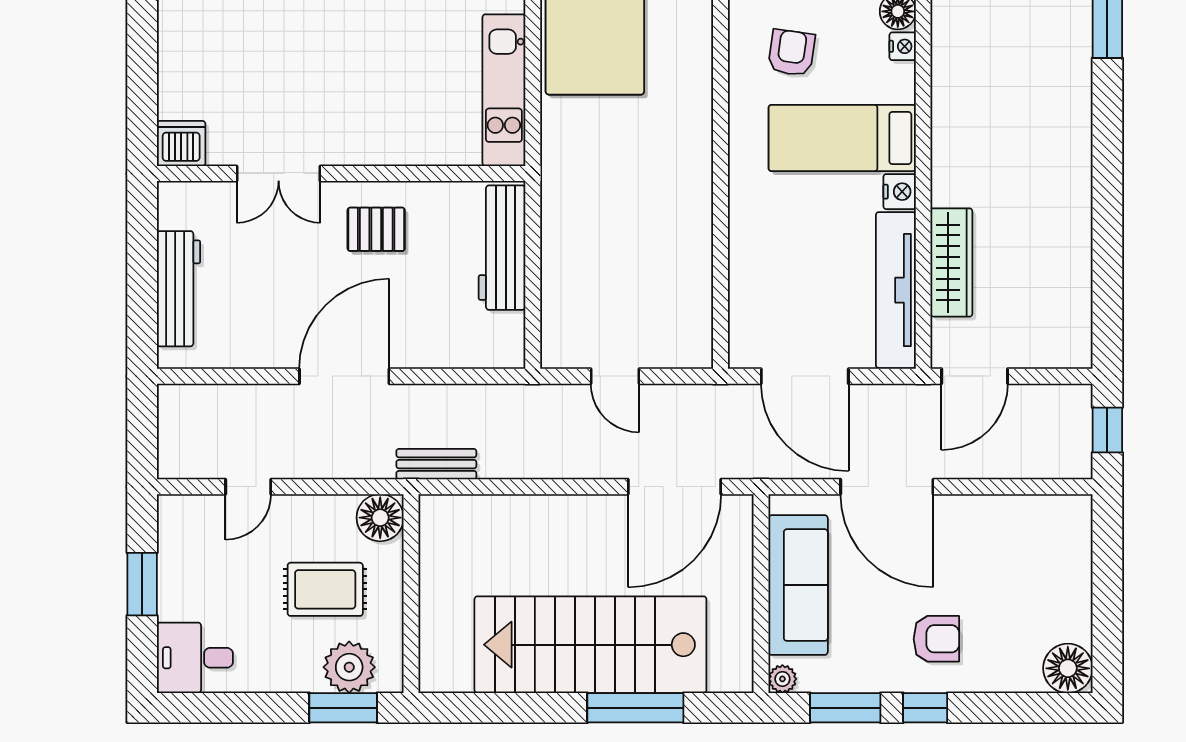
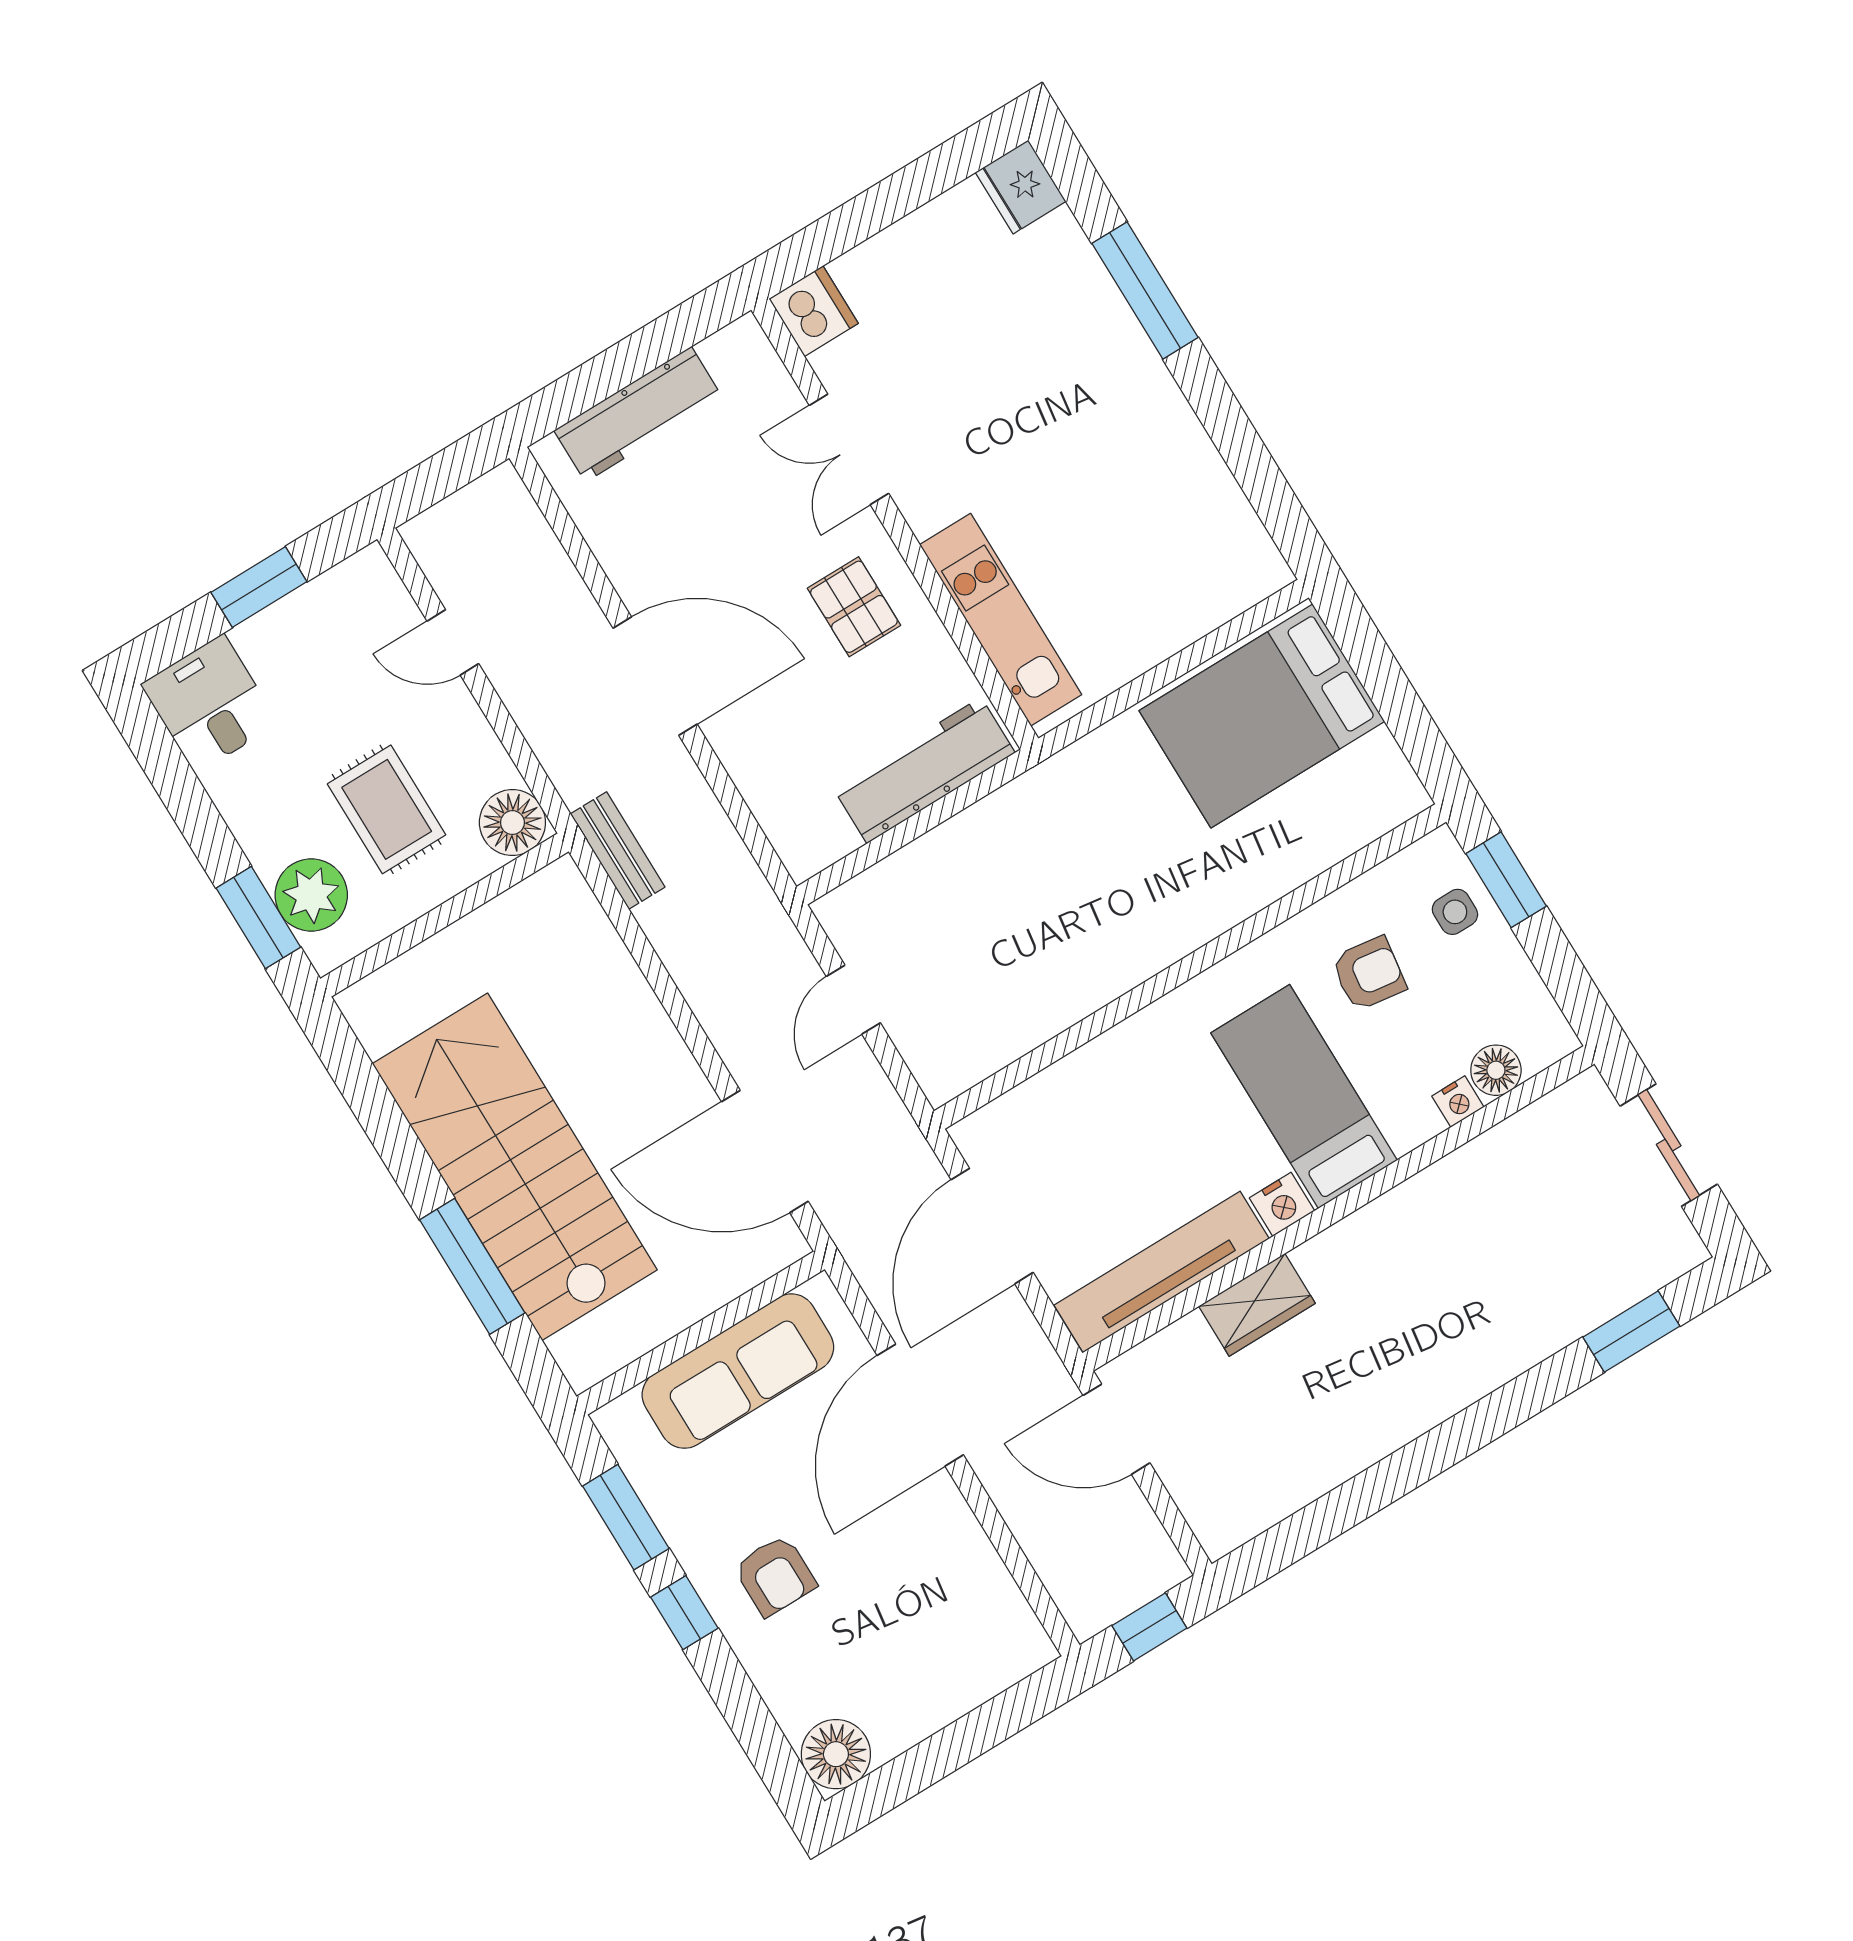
kitchen unit: (504, 90) -> (1001, 620), moved, turned 90
wardrobe: (951, 262) -> (1257, 1305), width x0.67
plant: (782, 679) -> (614, 1421), removed

